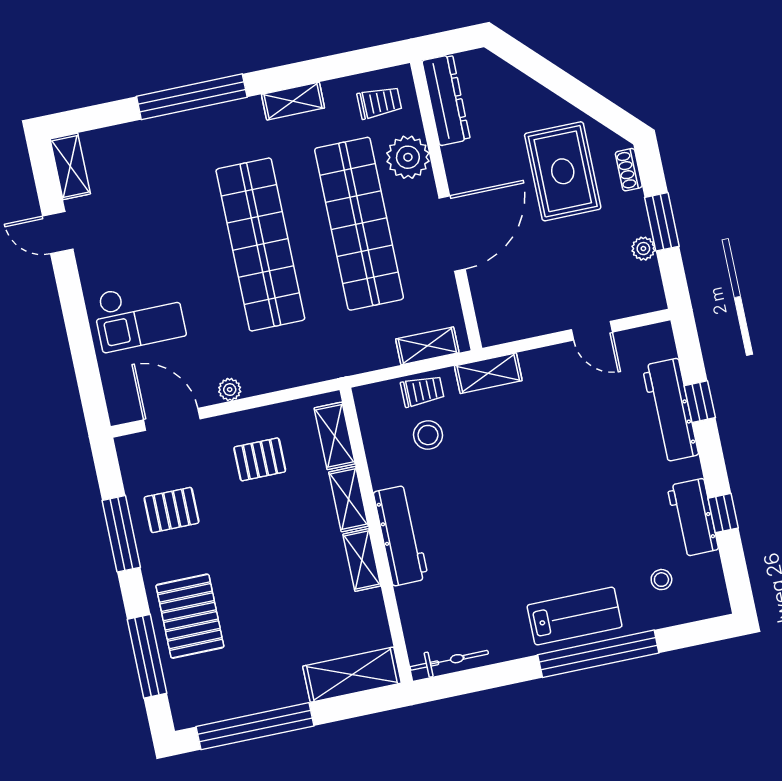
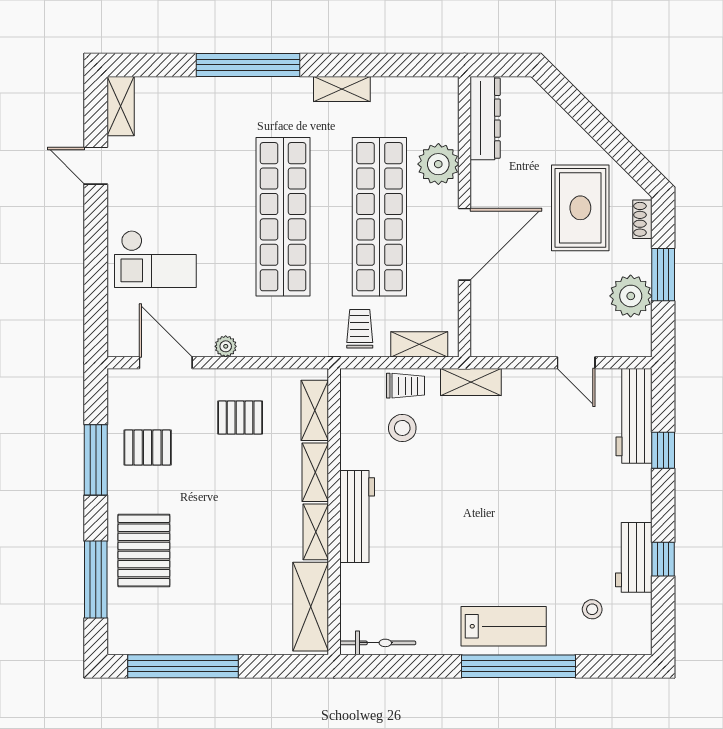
trolley: (379, 103) -> (360, 329), moved, turned -90
plant: (643, 249) -> (631, 296), width x1.88, depth x1.88
workbench: (670, 410) -> (634, 416), moved
shelving: (352, 675) -> (311, 607), moved, turned 90

